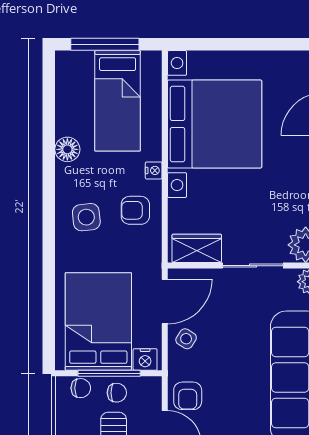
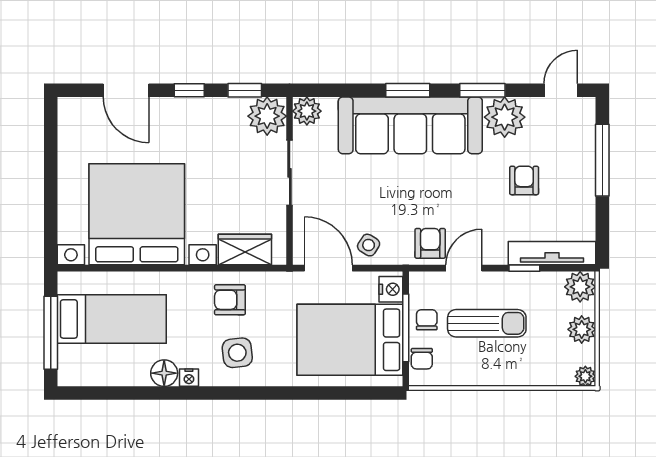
nightstand: (154, 170) -> (189, 378), moved, turned 180
armchair: (135, 210) -> (230, 300), turned 90
wardrobe: (197, 248) -> (245, 250), moved, turned 90
chair: (81, 388) -> (422, 359), turned 180
armchair: (188, 396) -> (430, 243), turned -90

